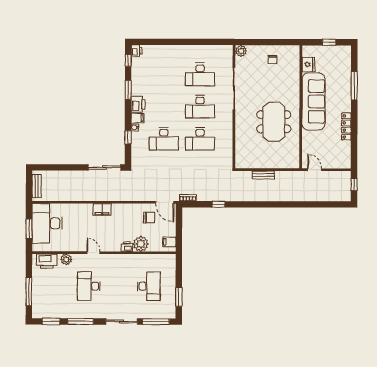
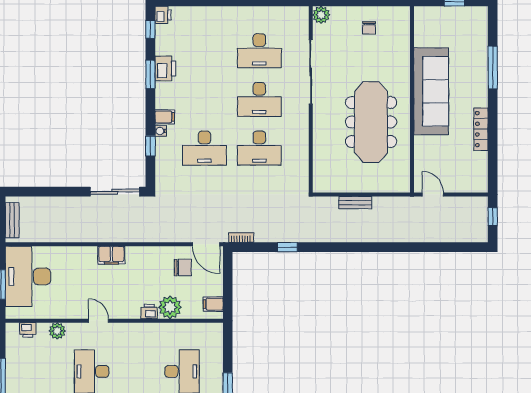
fridge: (308, 65) -> (423, 35), removed
printer: (138, 104) -> (165, 68), moved
meeting table: (274, 122) -> (371, 122), width x1.36
printer: (47, 261) -> (28, 330), width x0.53, depth x0.68

